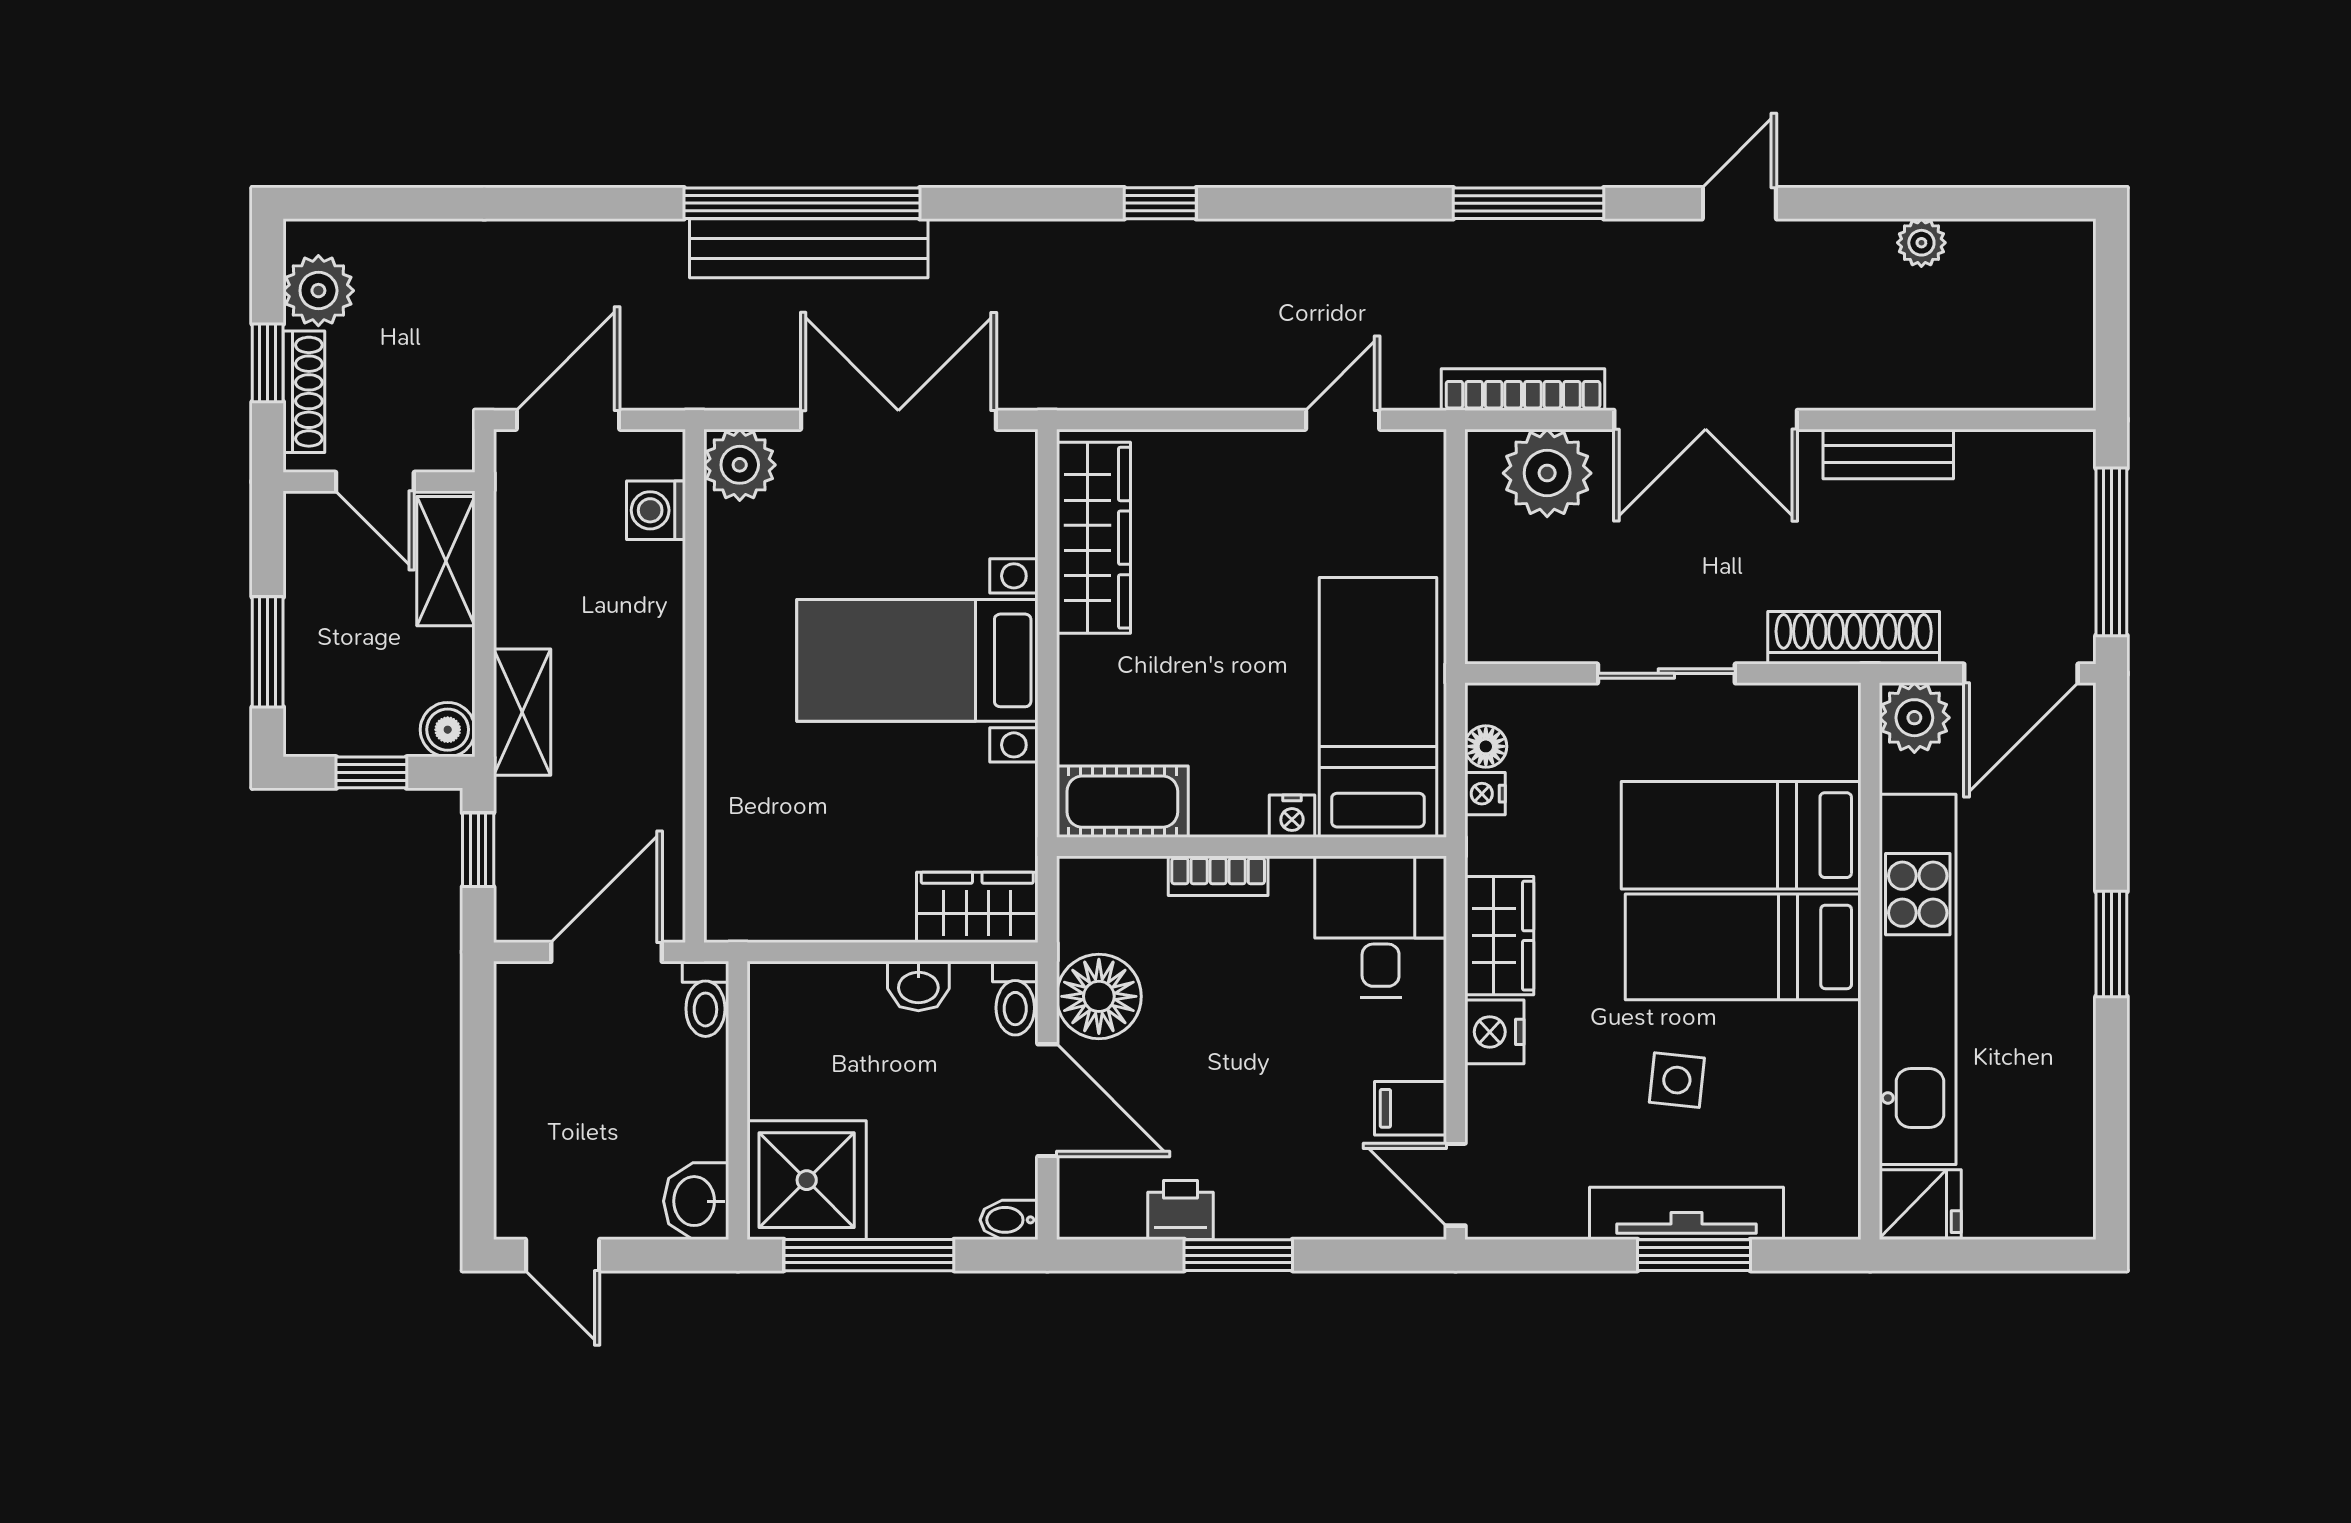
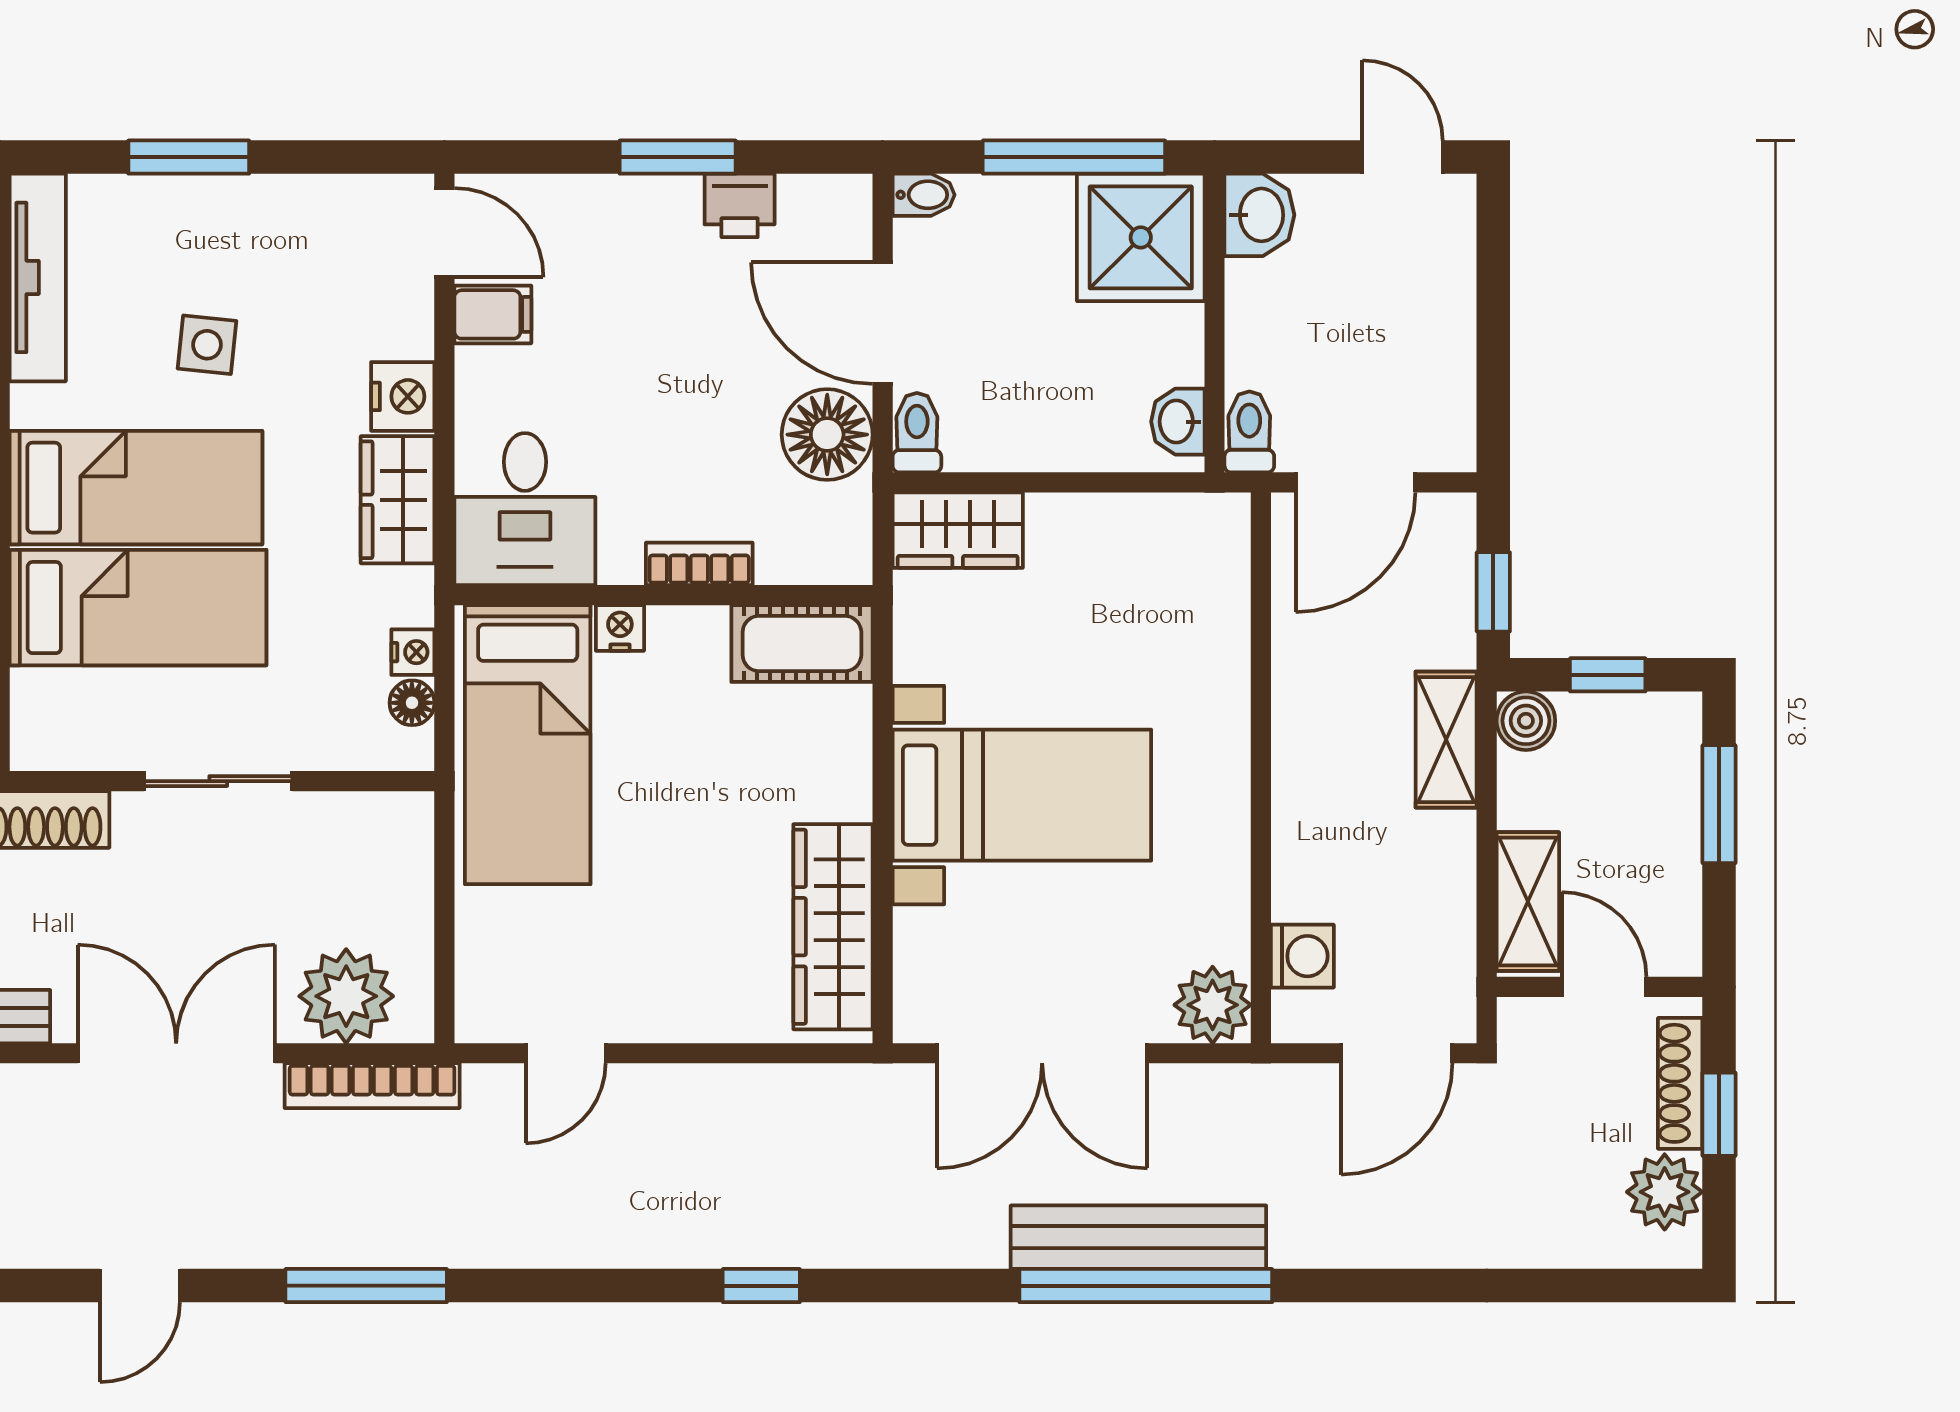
washbasin: (918, 986) -> (1178, 422), moved, turned -90
tv unit: (1687, 1213) -> (38, 277), moved, turned -90

